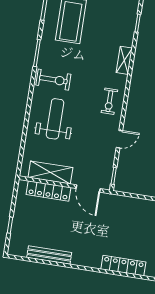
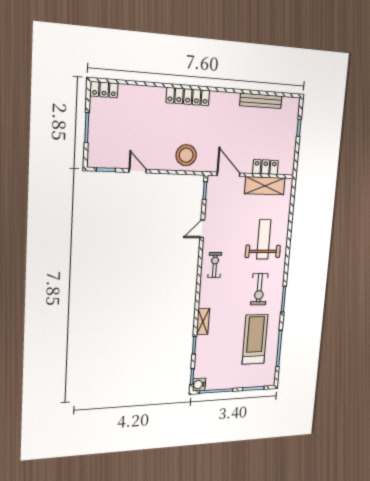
shelving: (124, 60) -> (203, 322), moved
exercise bike: (53, 80) -> (259, 289), moved, turned -90
weight bench: (55, 119) -> (264, 239), turned 180
locker: (49, 191) -> (265, 167), width x0.66
stool: (130, 212) -> (186, 155), added

